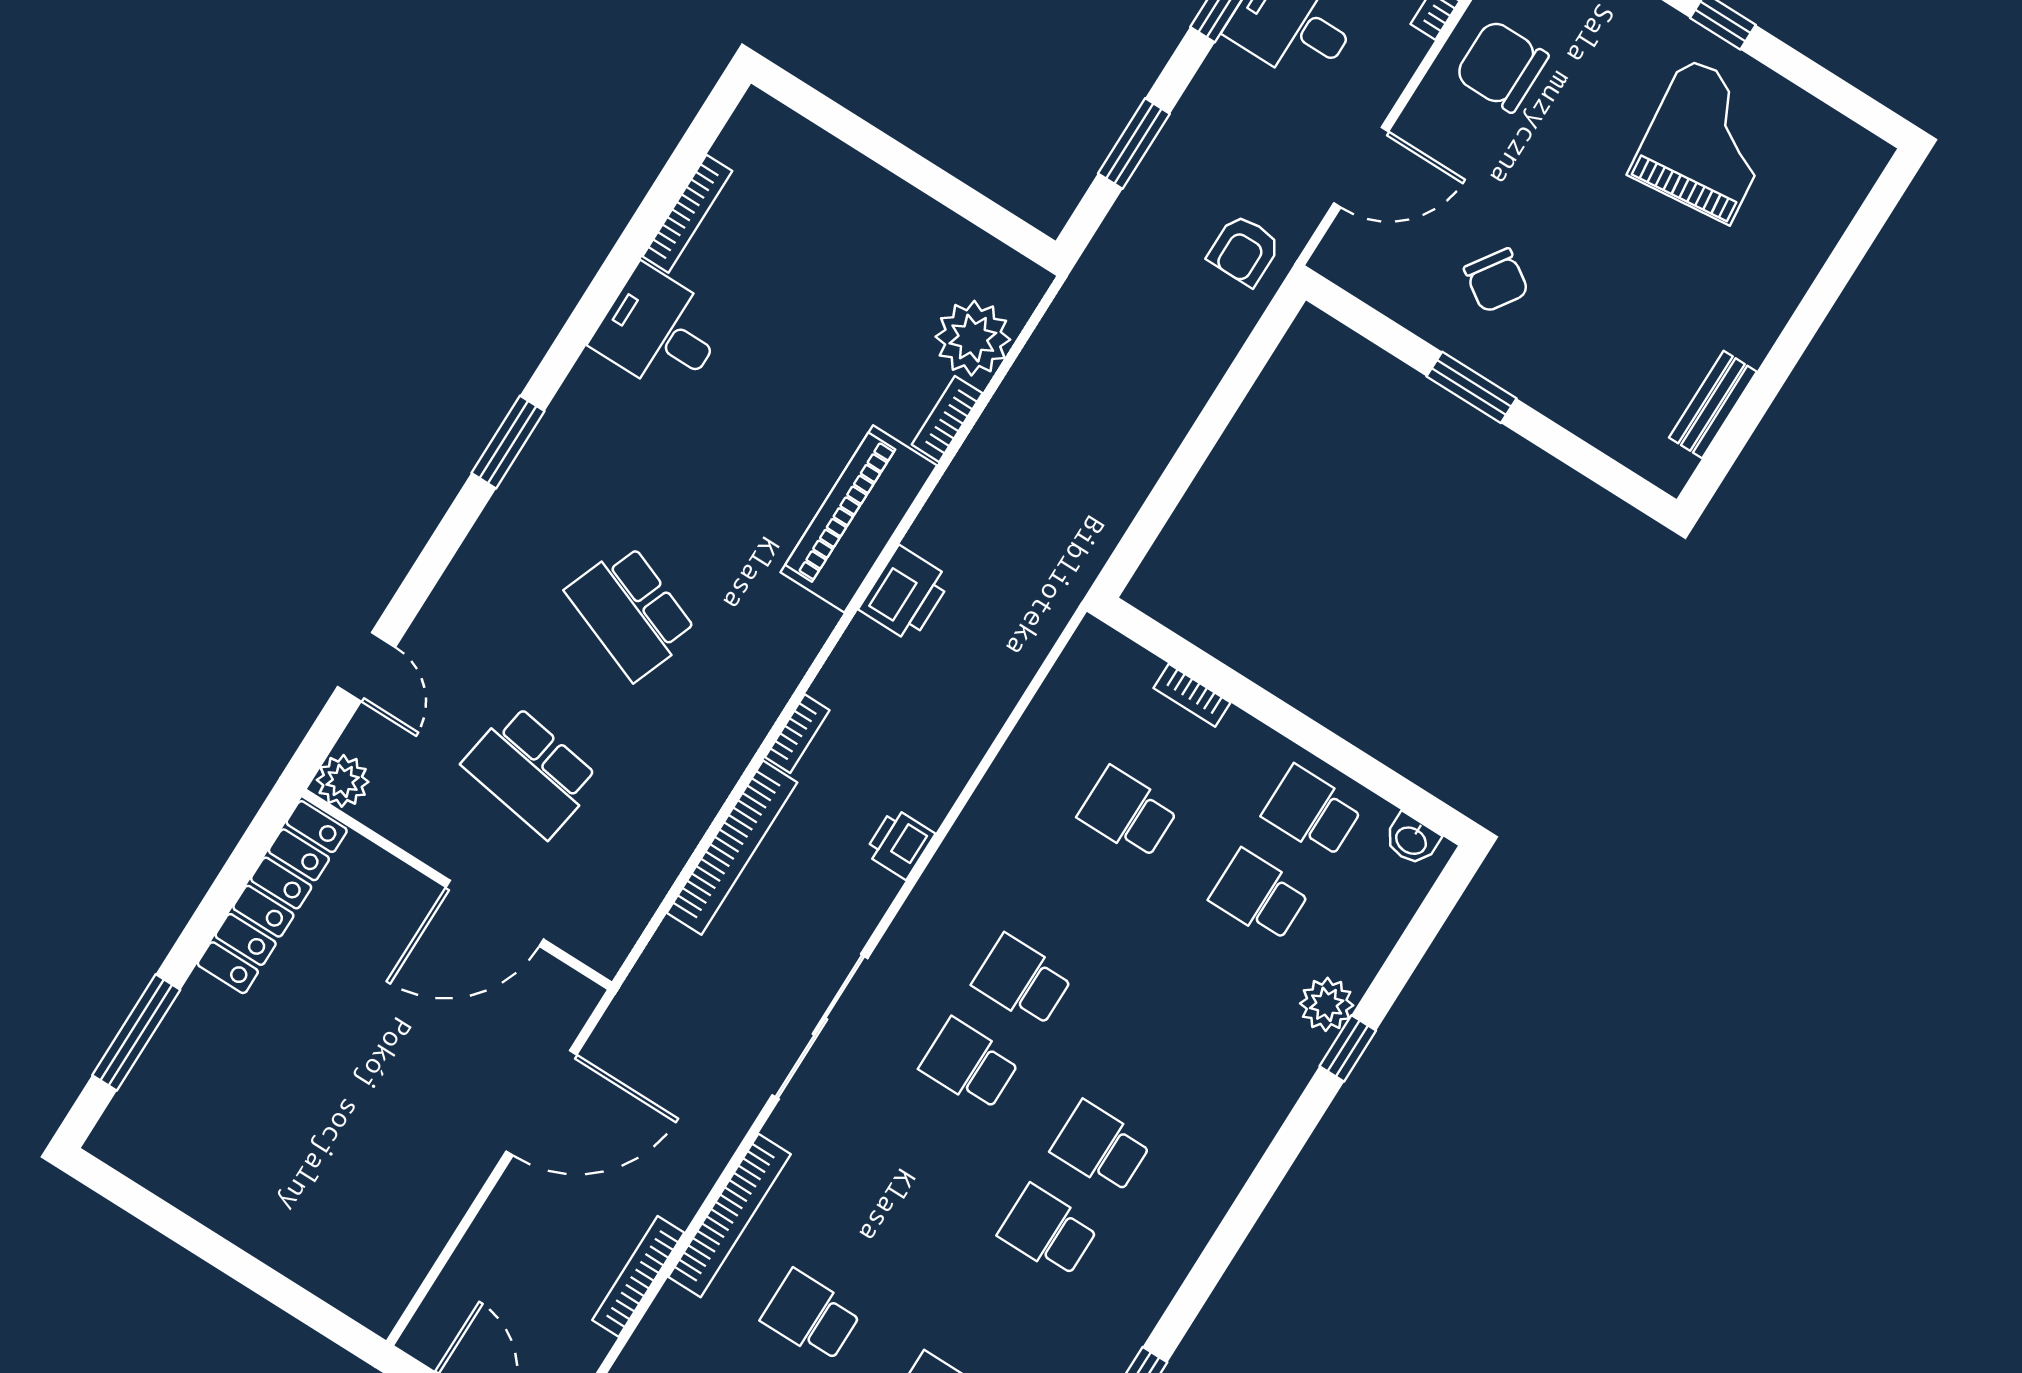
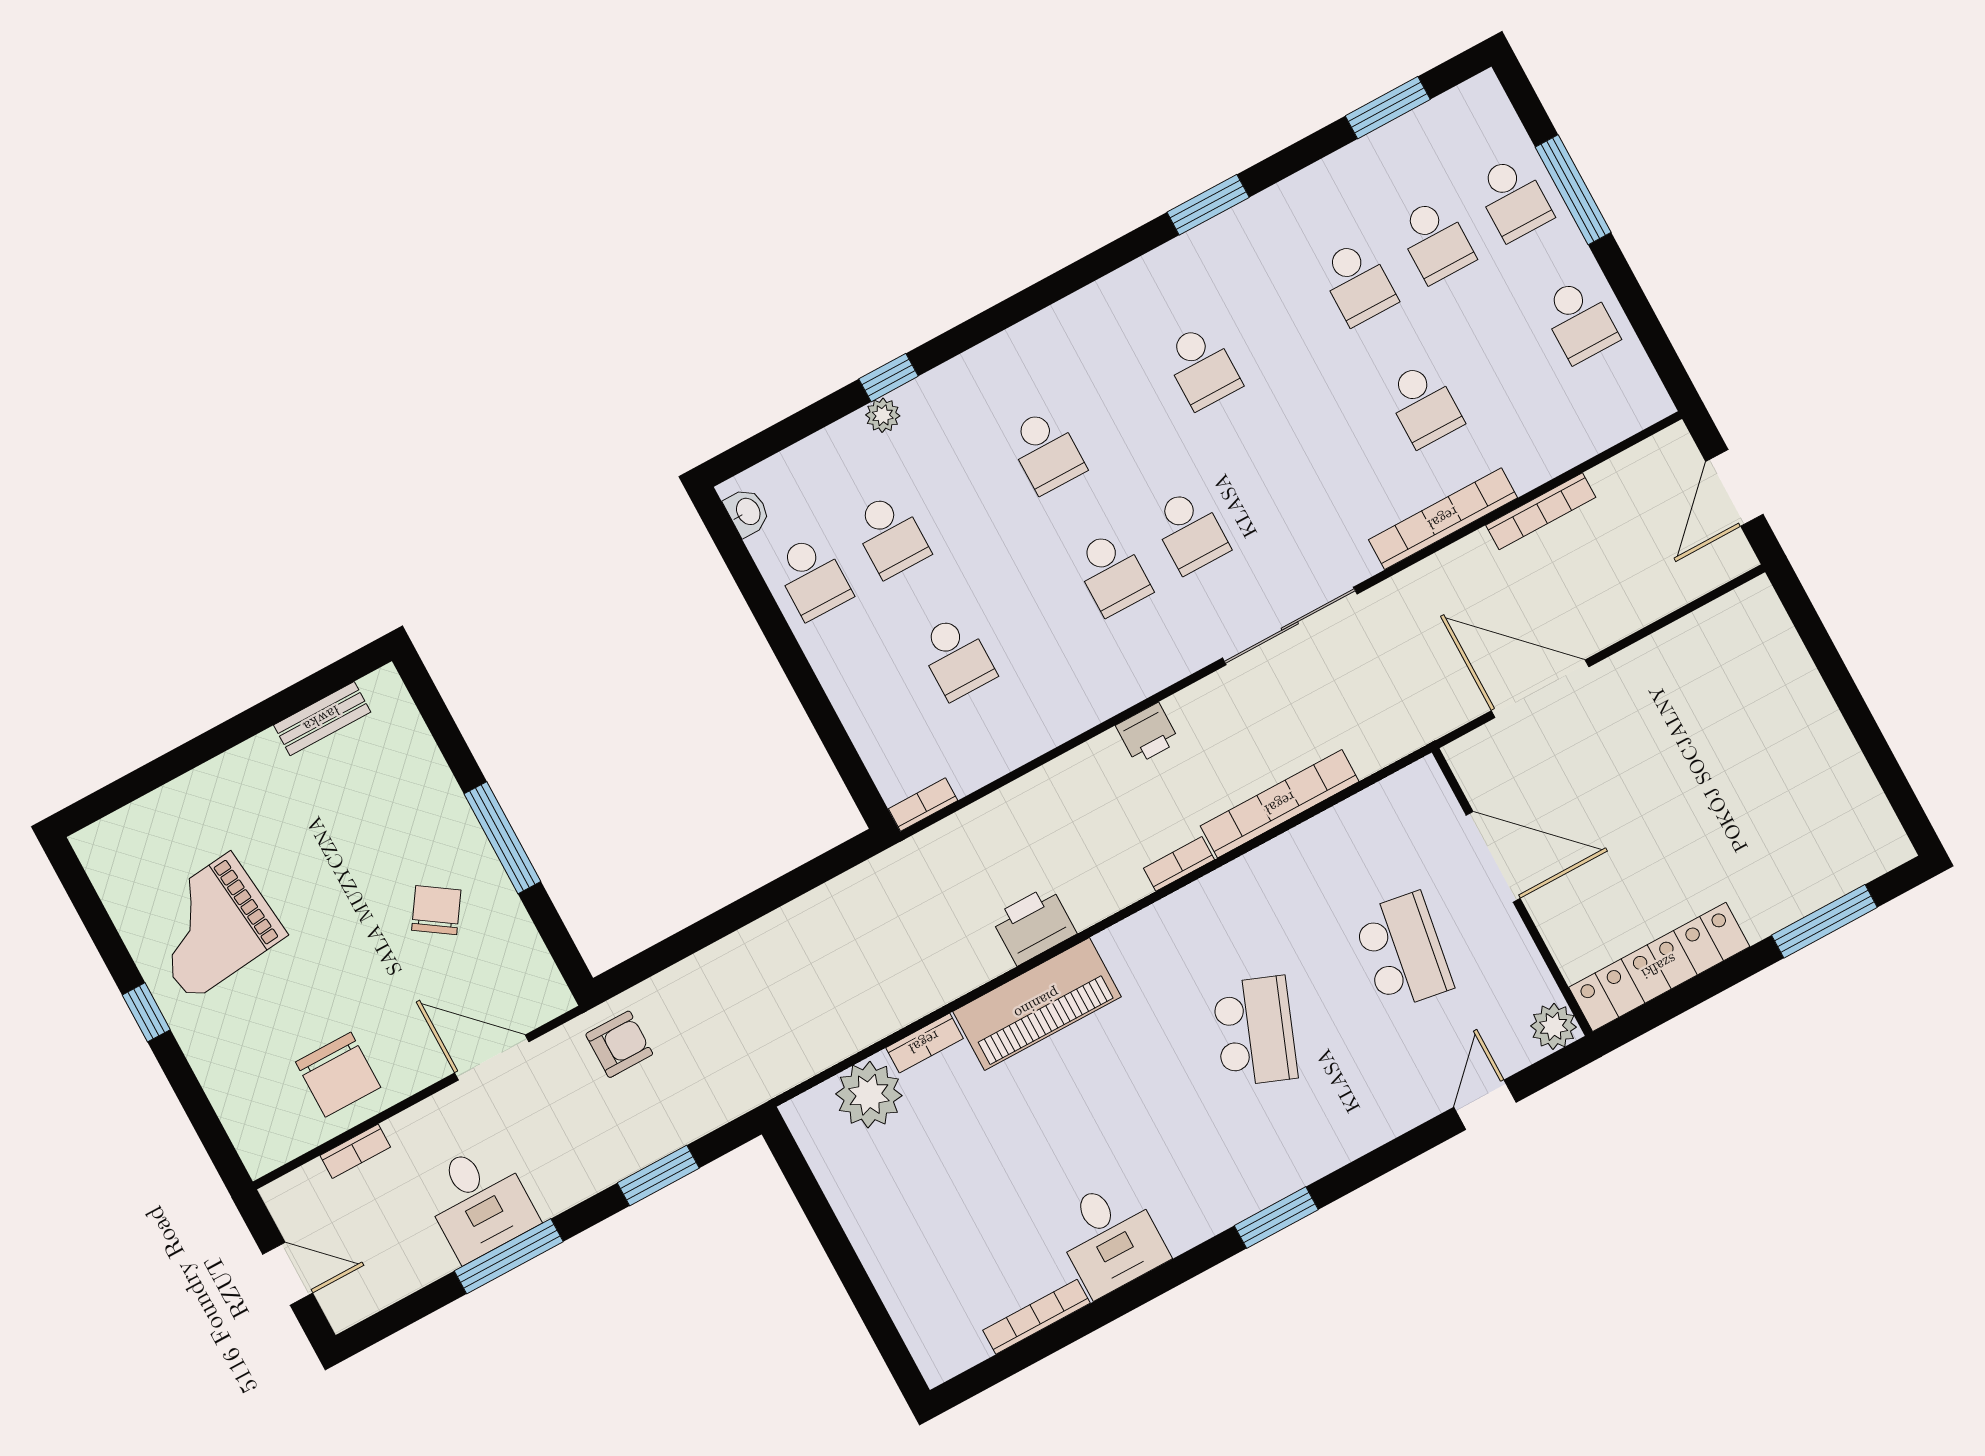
window: (1471, 387) -> (502, 838), width x1.44
bookcase: (1192, 695) -> (923, 805), moved, turned -90
plant: (1327, 1004) -> (883, 415), width x0.73, depth x0.73
school desk: (1101, 1147) -> (1046, 451), moved

